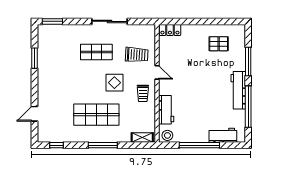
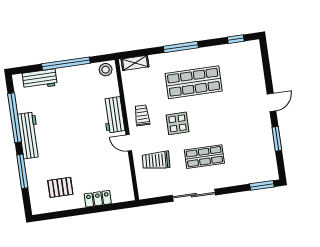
locker: (170, 30) -> (98, 199), moved
workbench: (166, 110) -> (114, 115), moved
door: (34, 114) -> (272, 102), moved

